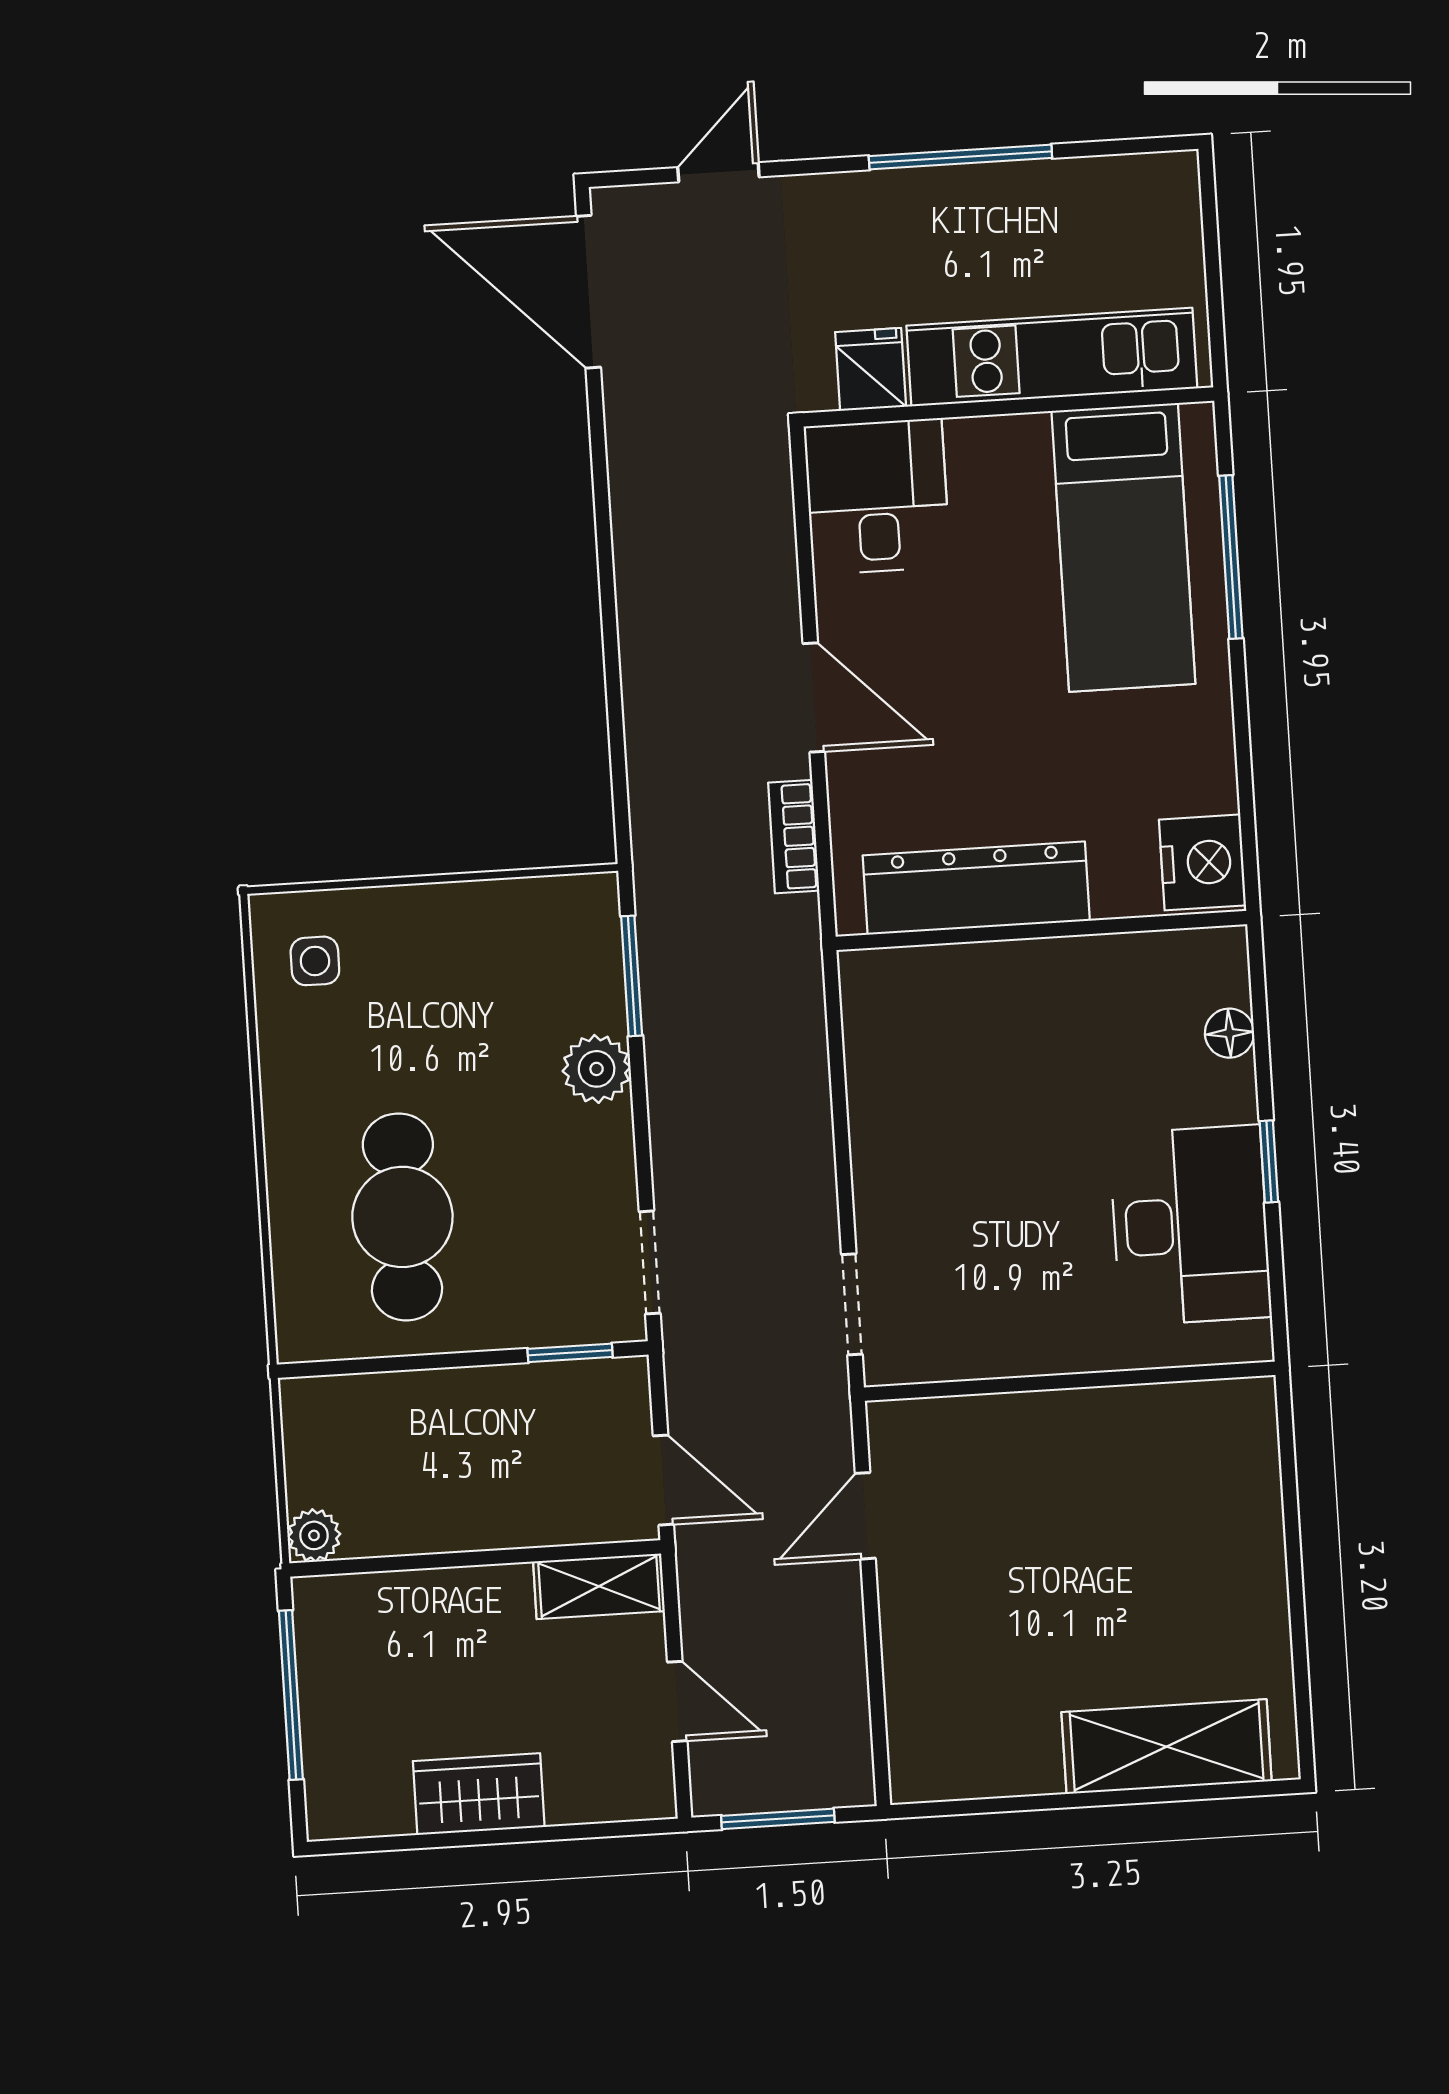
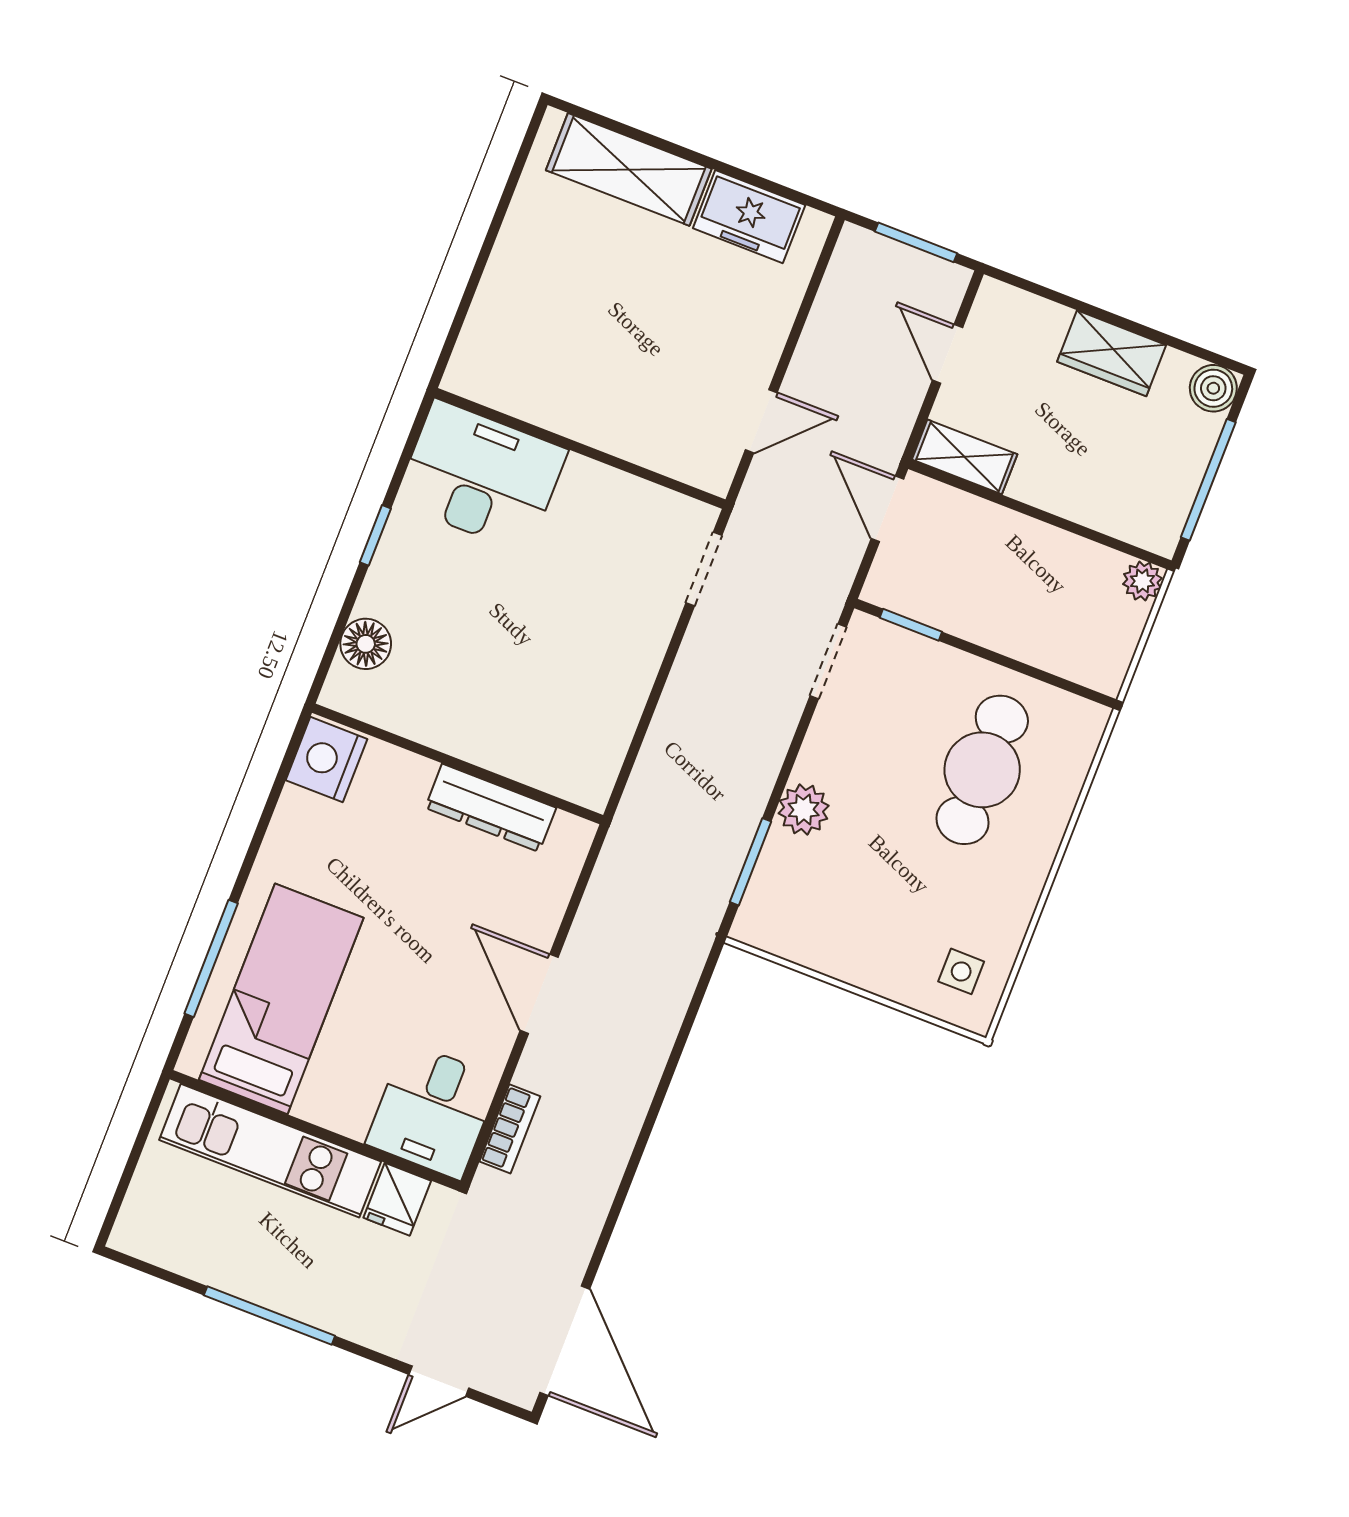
bookcase: (794, 837) -> (510, 1129), moved
dresser: (976, 888) -> (491, 808), width x0.73, depth x0.80
floor lamp: (1229, 1033) -> (366, 644), width x1.37, depth x1.37
desk: (1190, 1225) -> (481, 476), moved, turned 90
freezer: (994, 1757) -> (749, 217), added
boiler: (336, 1809) -> (1213, 388), added

